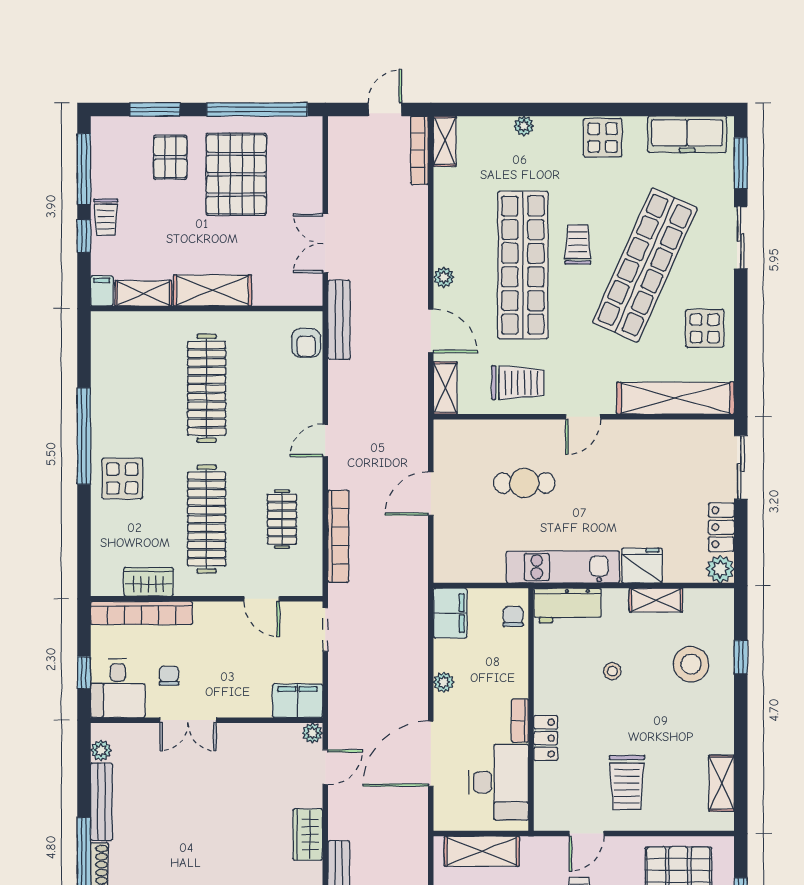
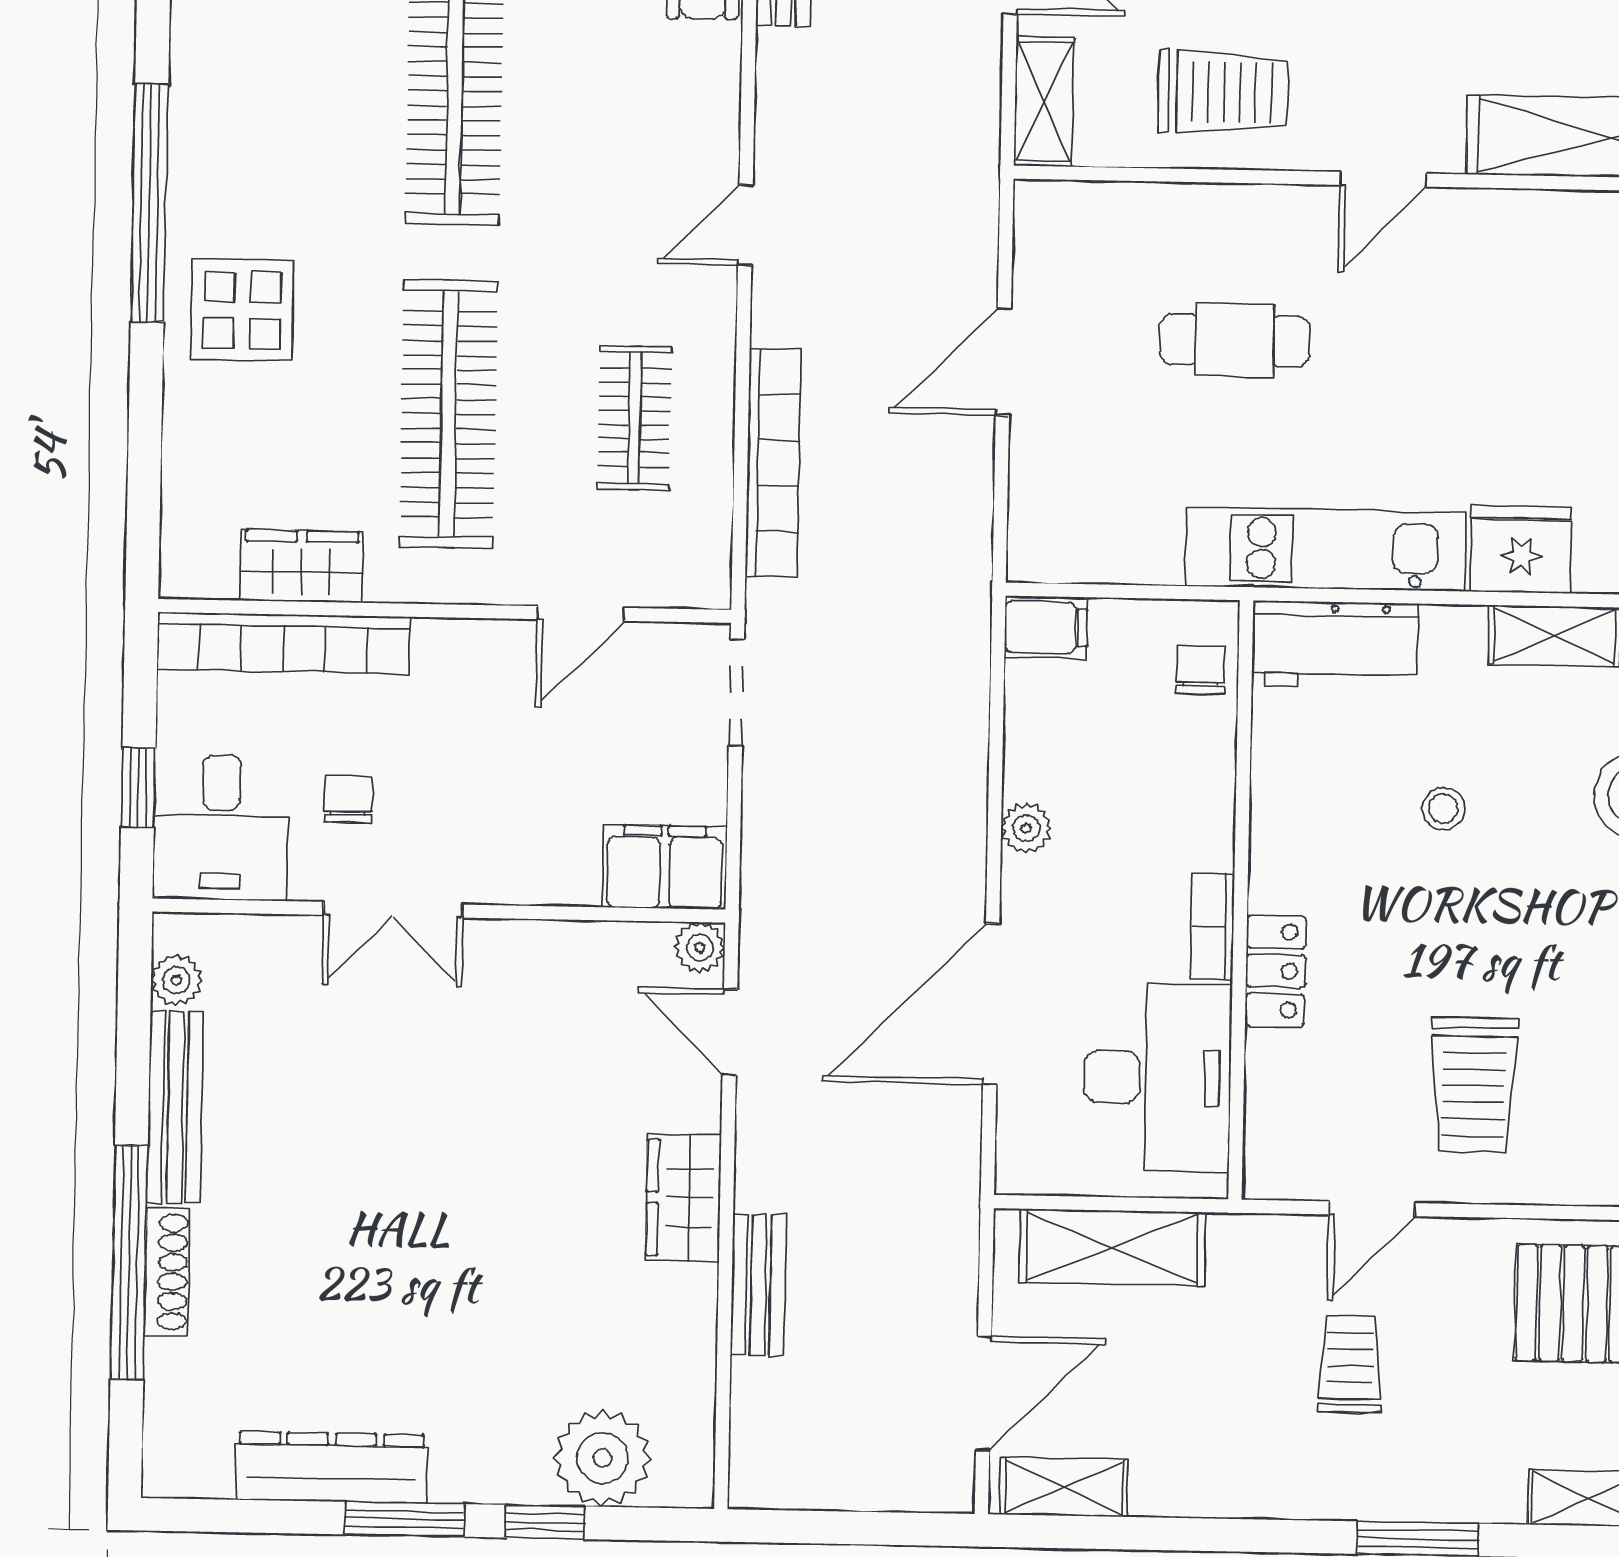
door: (262, 599) -> (581, 614), hinge flipped
filing cabinet: (450, 613) -> (1046, 627), width x0.50
door: (325, 767) -> (730, 1032), swing flipped

